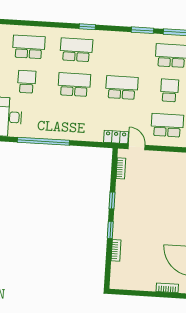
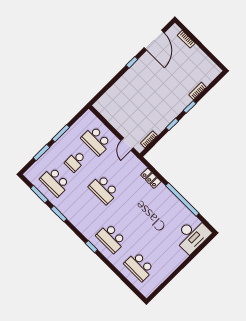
school desk: (27, 82) -> (160, 246), removed
school desk: (74, 85) -> (132, 218), removed
locker: (116, 137) -> (151, 178), moved

